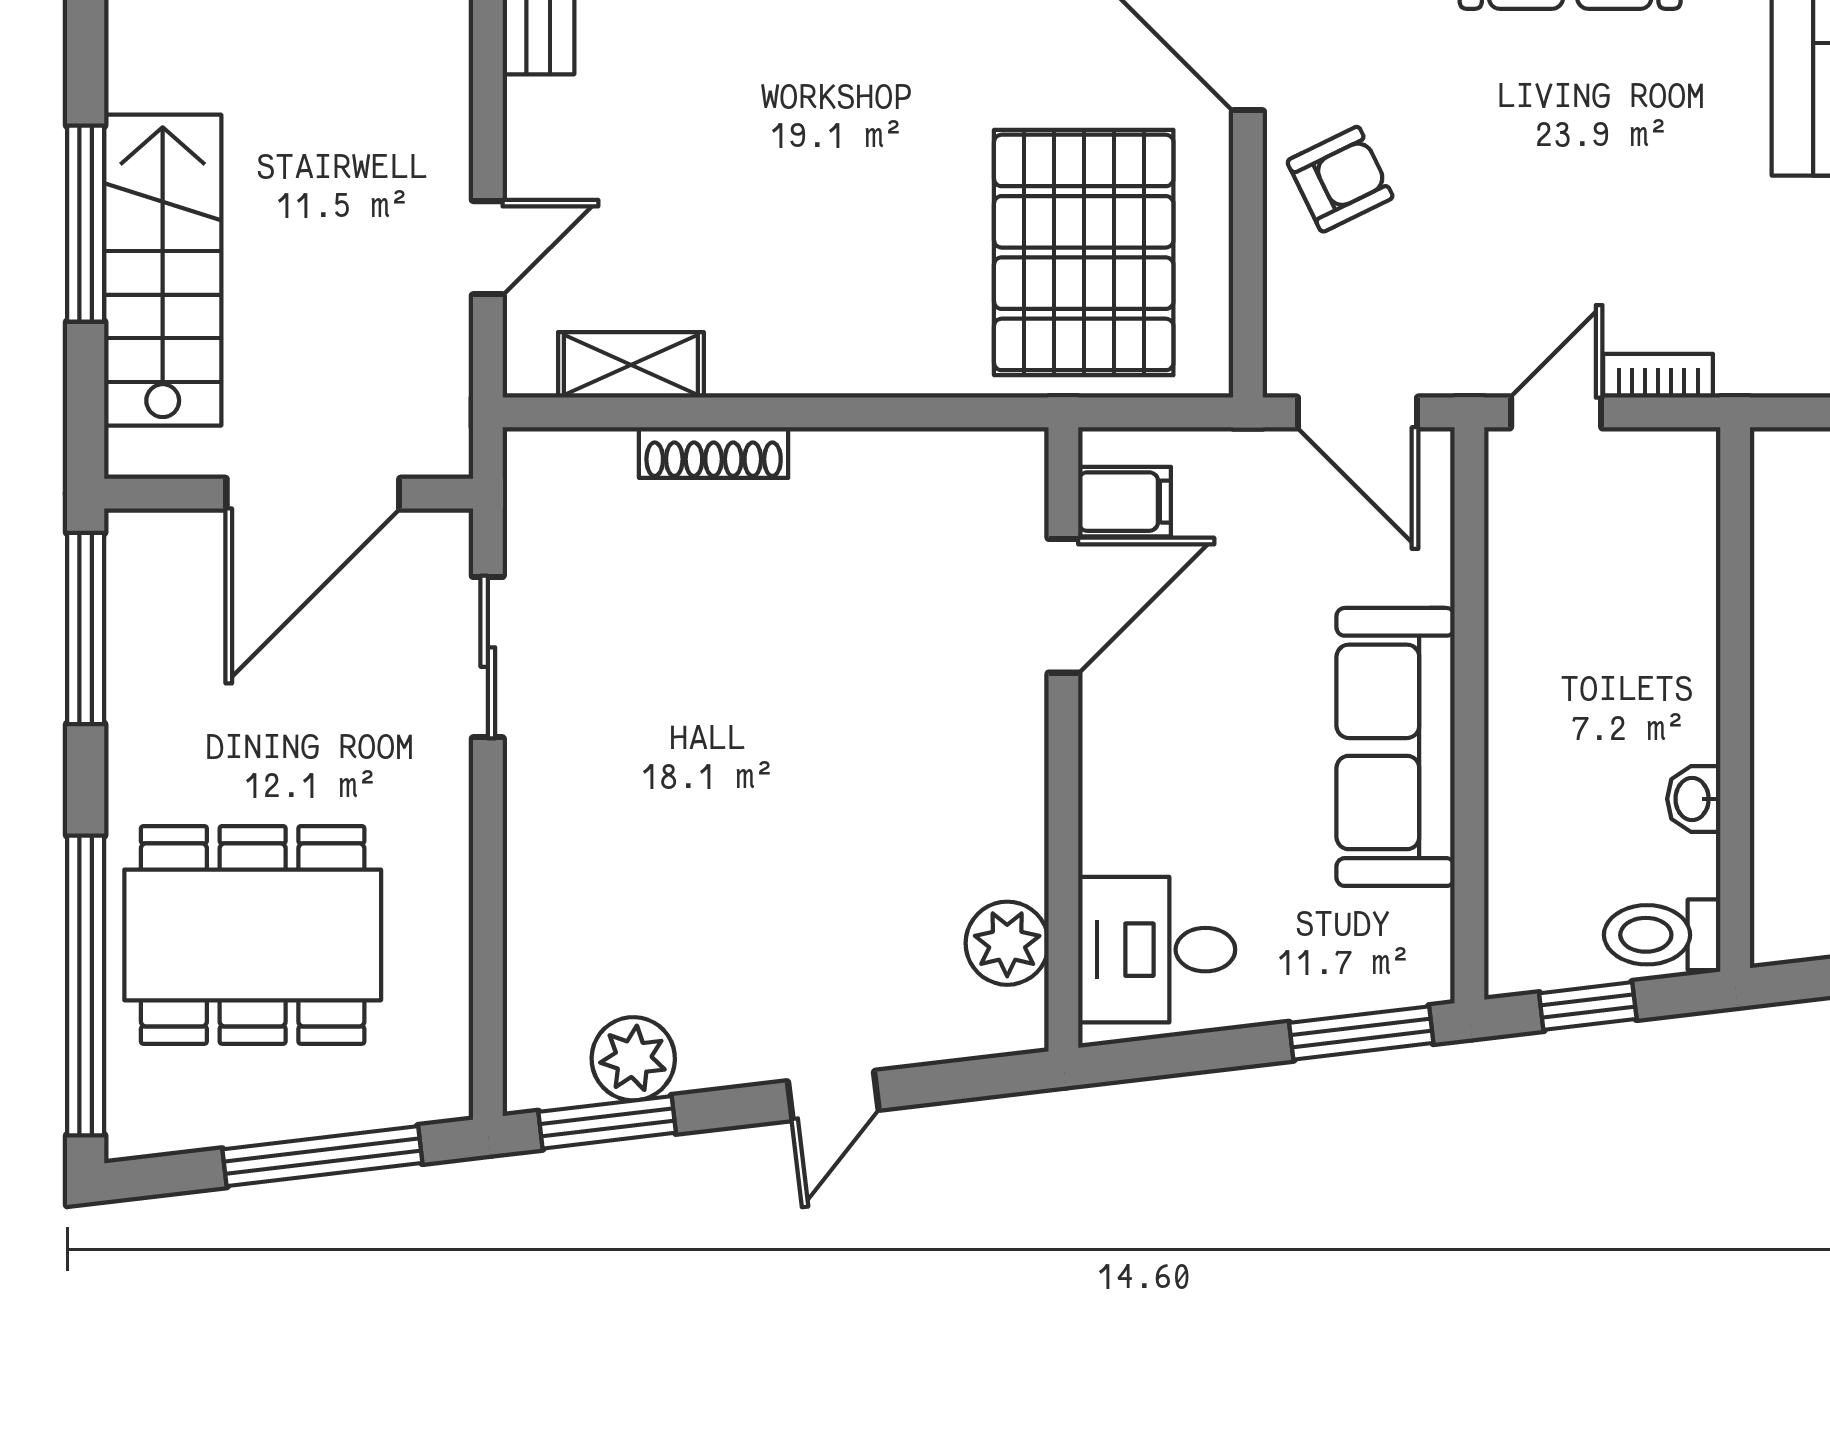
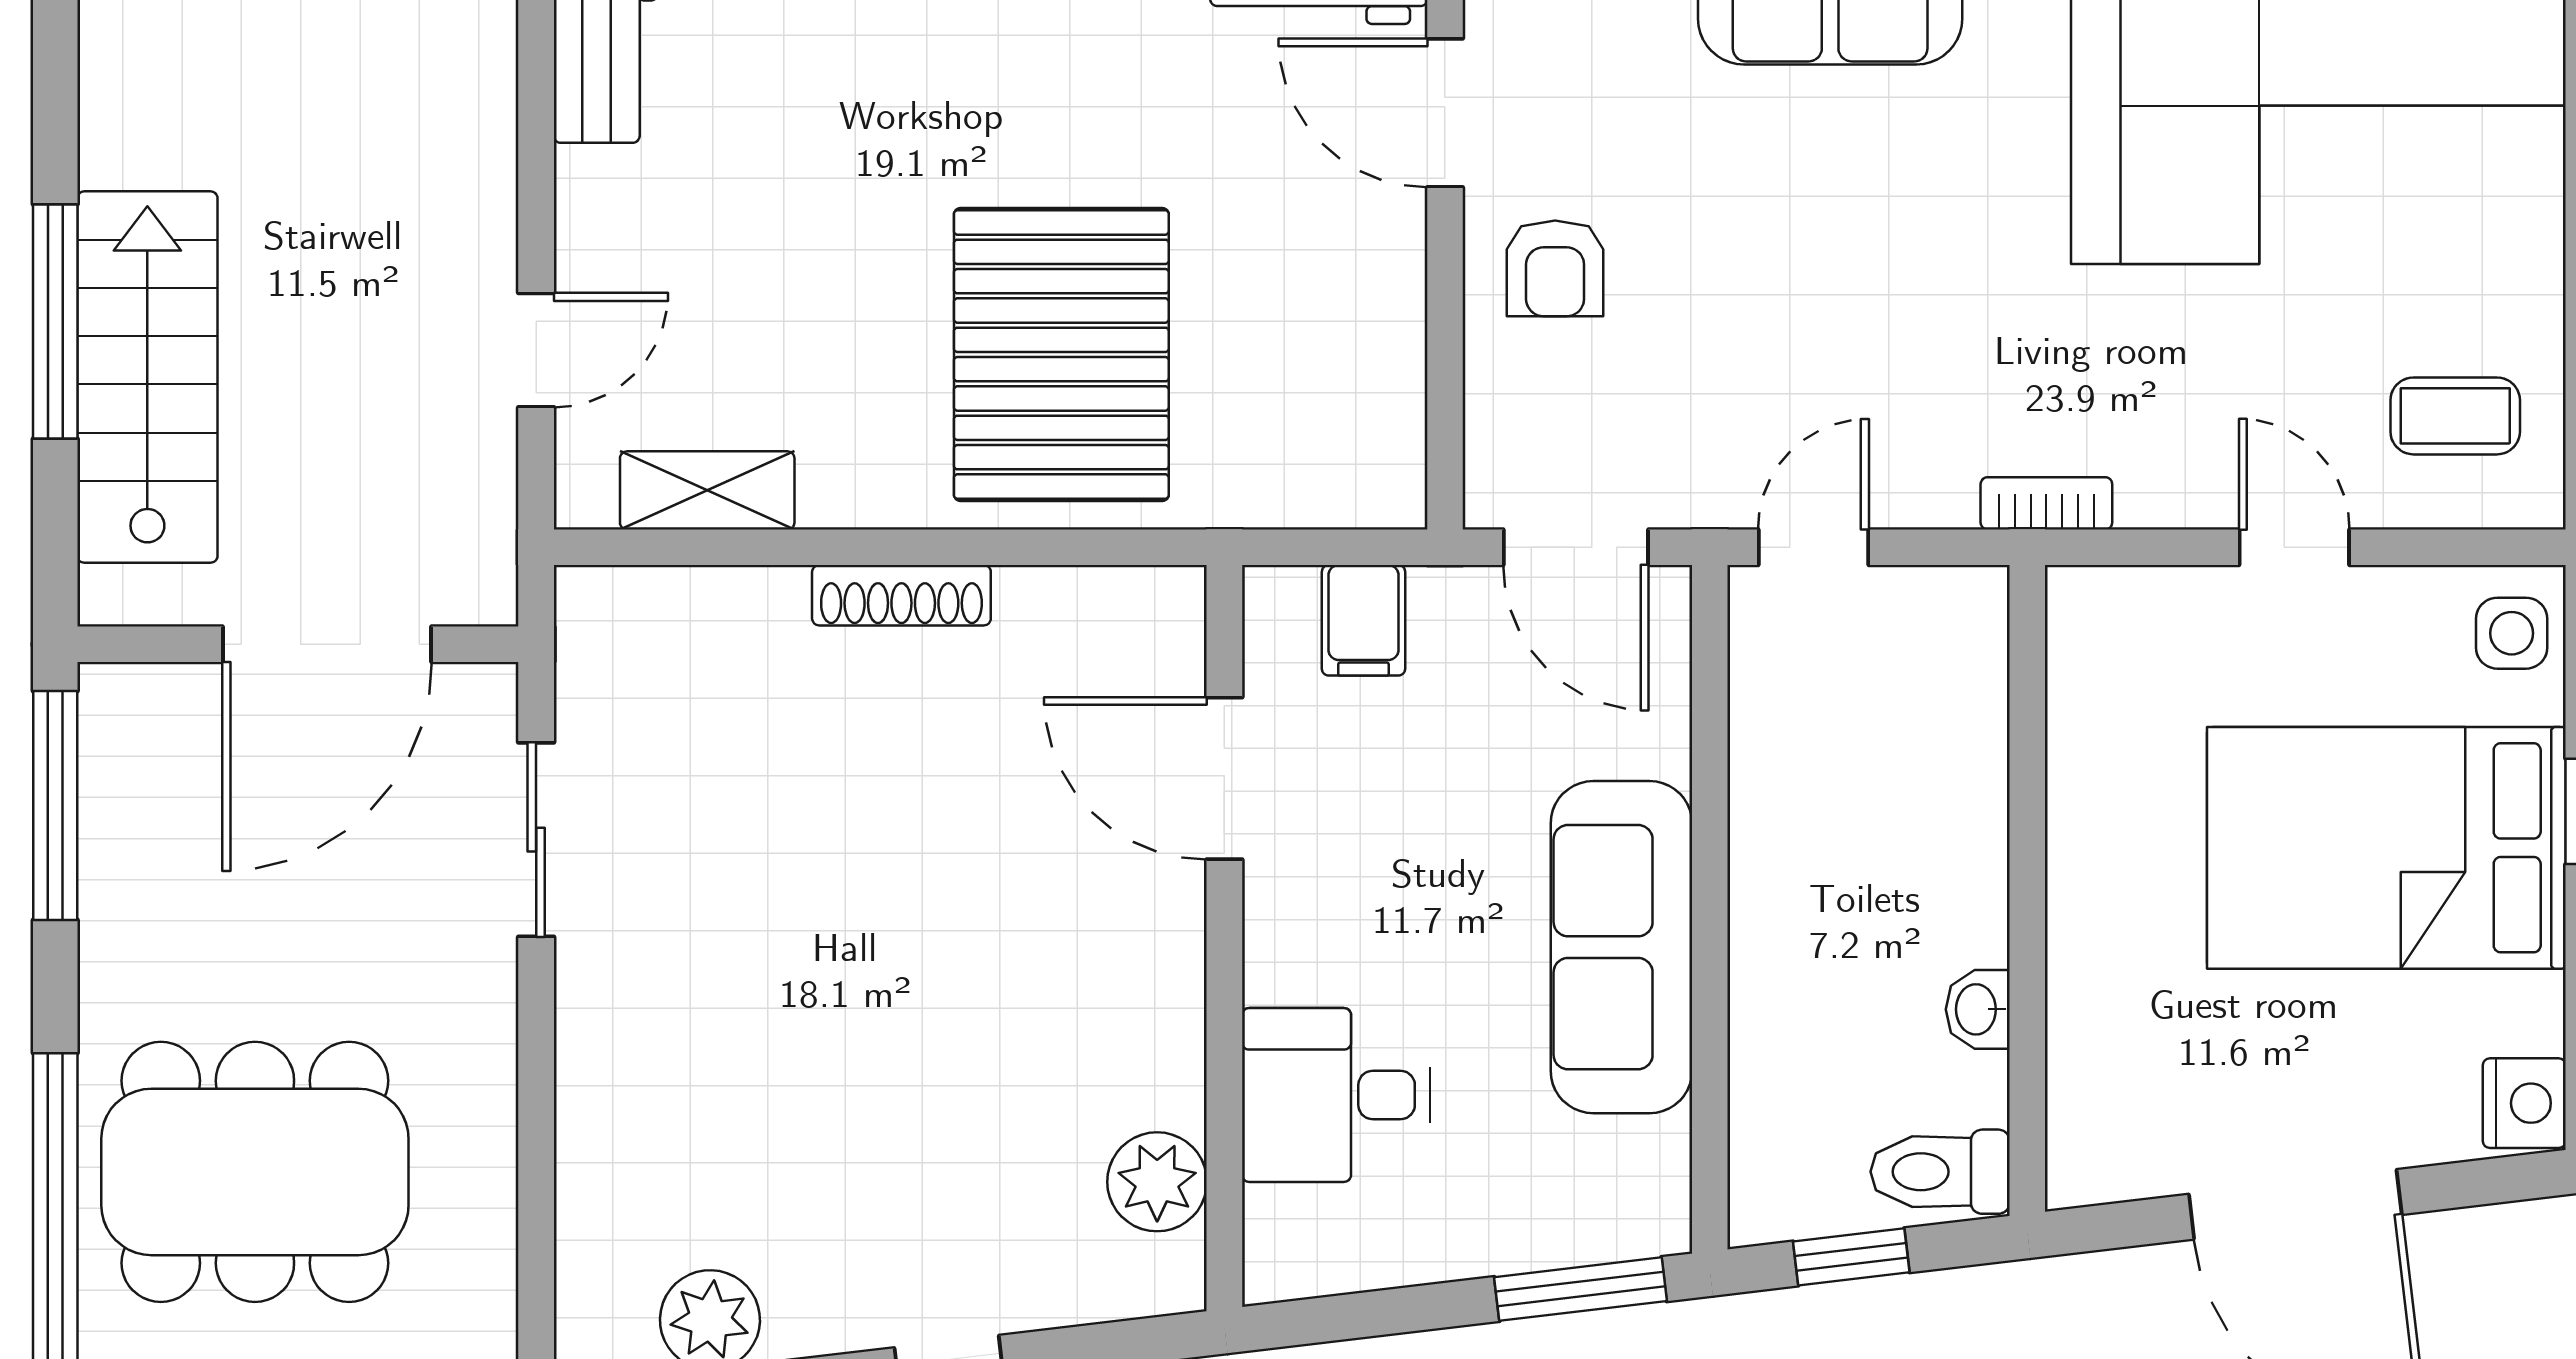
armchair: (1340, 179) -> (1555, 268), turned 116
pallet: (1084, 252) -> (1061, 354), moved
bookcase: (1658, 376) -> (2046, 503), moved
shoe rack: (714, 453) -> (901, 595), moved
filing cabinet: (1125, 502) -> (1363, 620), moved, turned 90
door: (1063, 606) -> (1224, 778), swing flipped
desk: (1157, 950) -> (1336, 1095), moved

